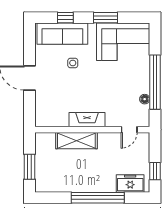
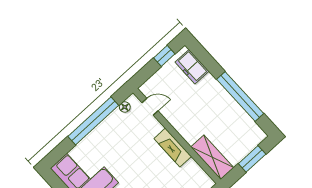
floor lamp: (145, 99) -> (125, 107), moved
shelving: (76, 141) -> (212, 157), moved
window: (98, 198) -> (240, 96), moved

